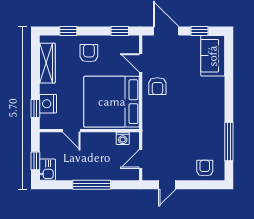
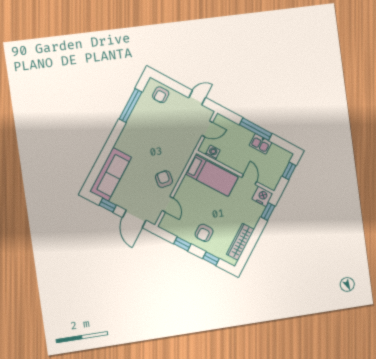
window: (120, 31) -> (182, 244), moved
sofa: (213, 56) -> (111, 174), width x1.36
armchair: (157, 86) -> (164, 179), turned -48
bed: (112, 102) -> (212, 176), width x0.49
nightstand: (48, 104) -> (262, 196), moved, turned -90
kitchen sink: (47, 170) -> (261, 144), moved, turned -90

